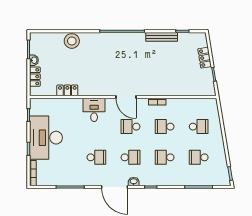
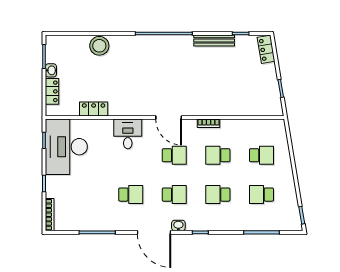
locker: (205, 58) -> (266, 49), moved
school desk: (130, 127) -> (174, 155), turned 180
desk: (46, 138) -> (66, 147), moved

